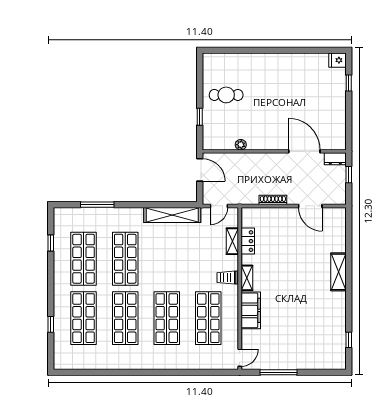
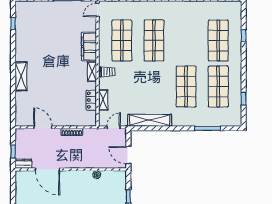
shop shelf: (125, 318) -> (186, 41), removed

